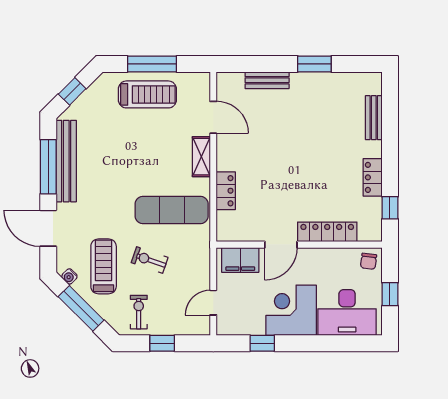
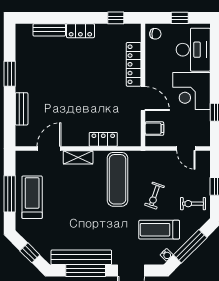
locker: (373, 177) -> (80, 31), moved
filing cabinet: (240, 260) -> (154, 129), width x0.50

